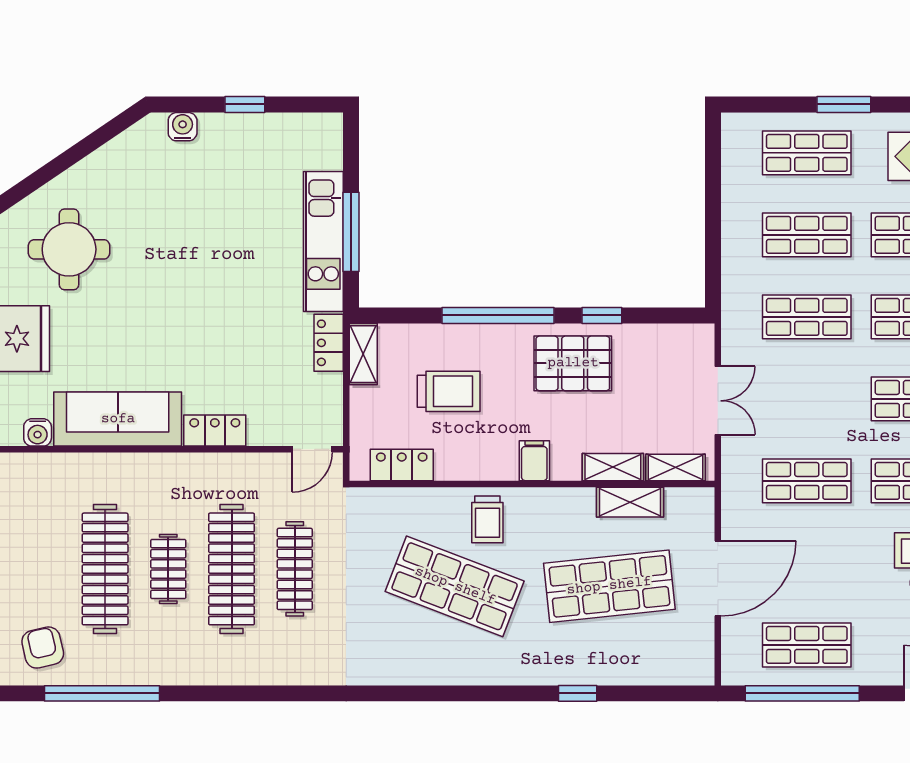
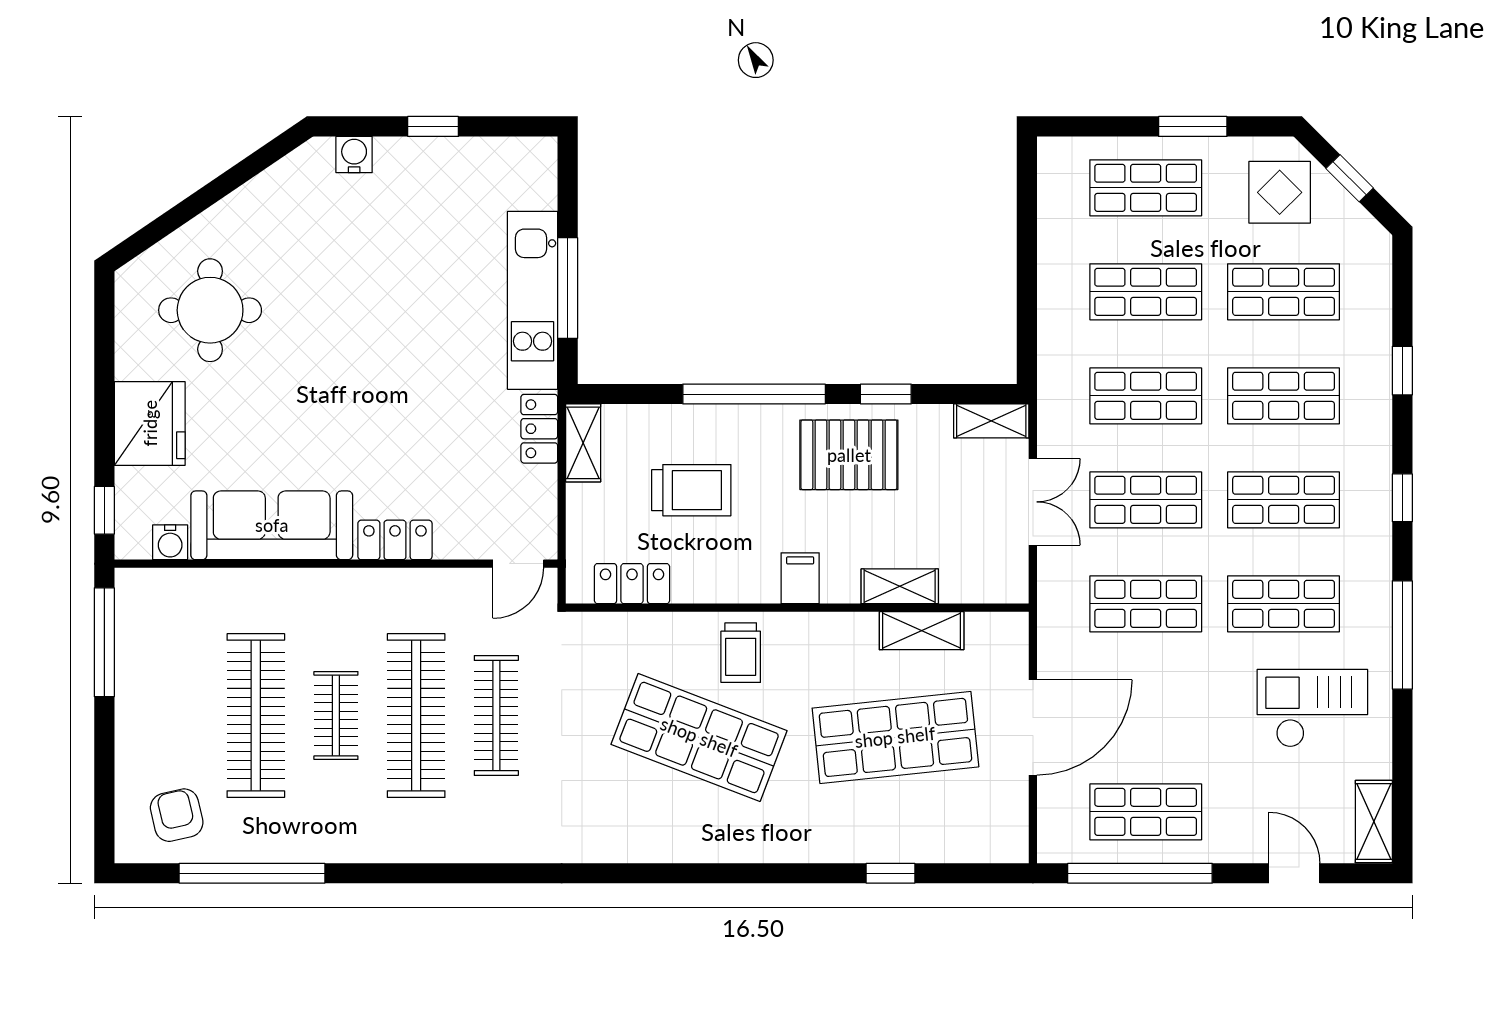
shop shelf: (807, 399) -> (1146, 500), added
shelving: (675, 467) -> (991, 421), moved
window: (578, 693) -> (891, 873), moved

